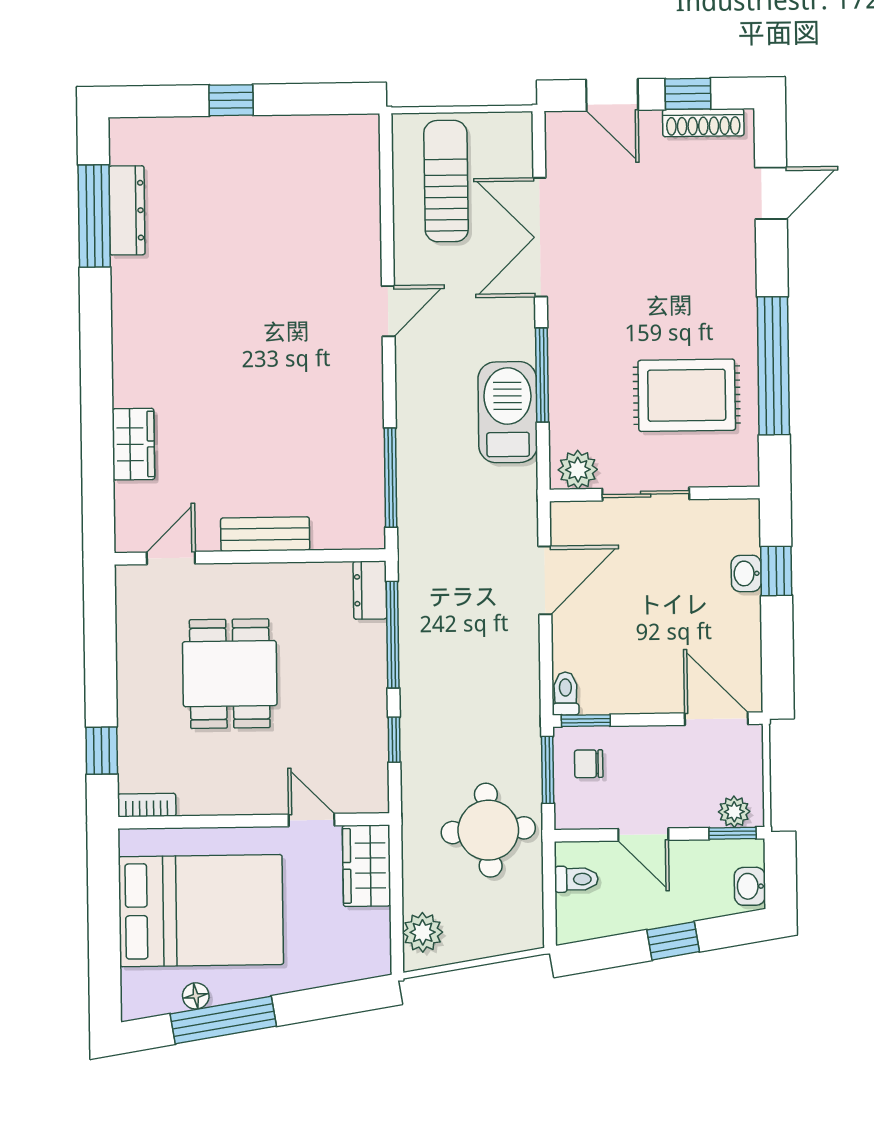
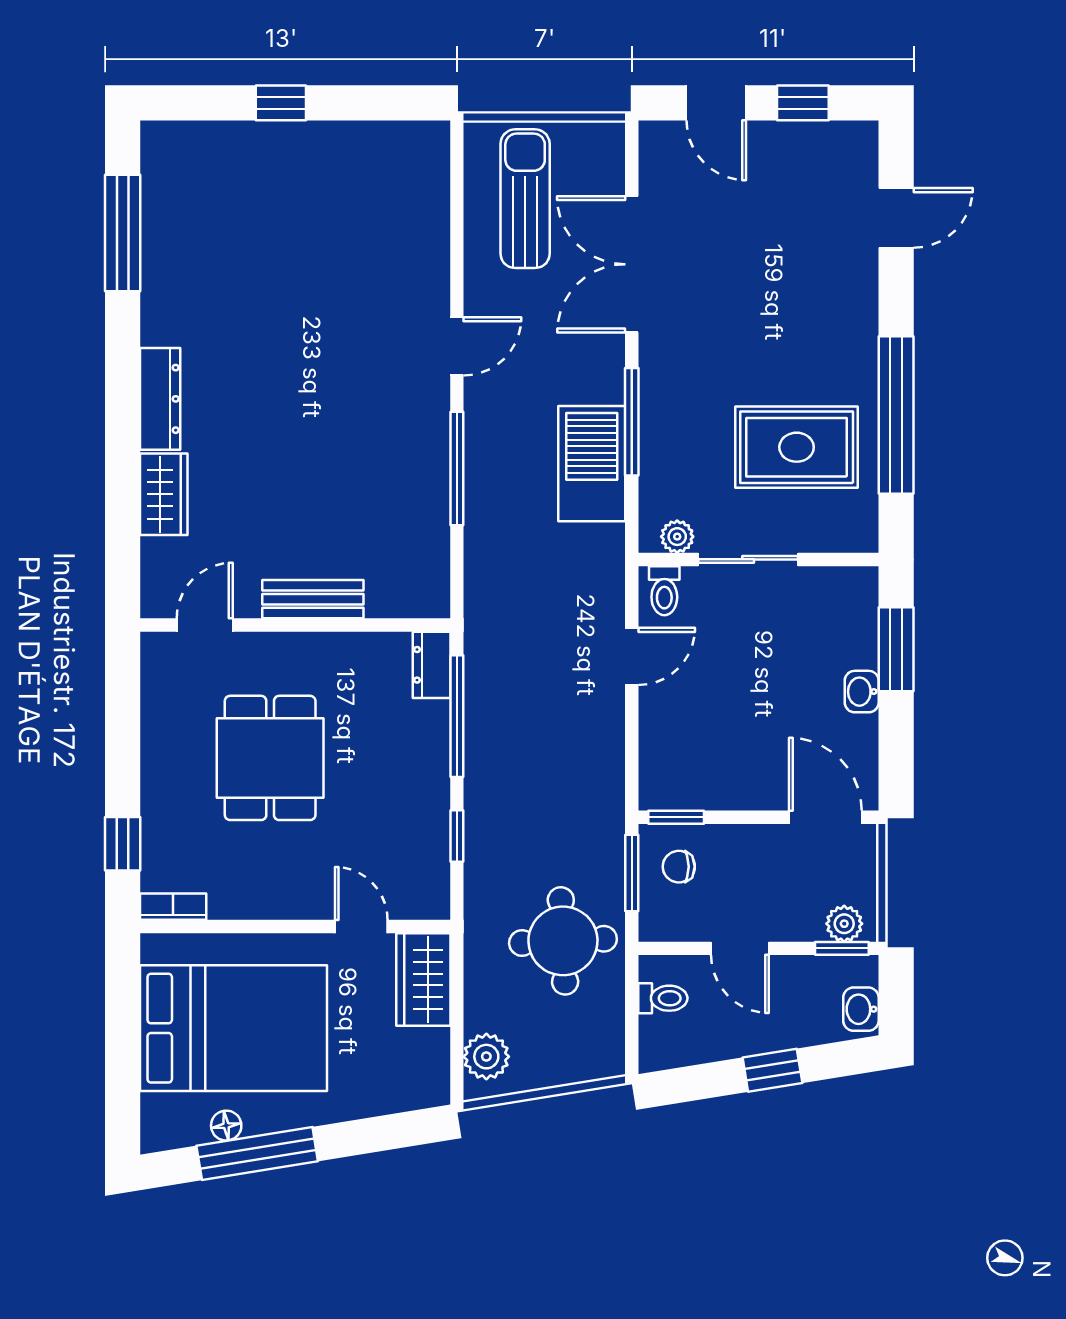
shoe rack: (703, 123) -> (820, 136), removed
dresser: (127, 210) -> (160, 399), moved
plant: (578, 470) -> (677, 537), width x0.73, depth x0.73
window: (390, 478) -> (457, 469), moved
window: (776, 571) -> (896, 649), width x1.50
washbasin: (746, 573) -> (862, 692), moved
door: (545, 580) -> (632, 656), width x0.73
toilet: (565, 694) -> (664, 591), moved, turned 180

